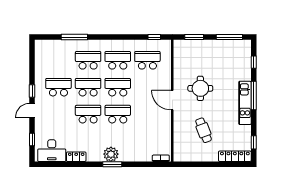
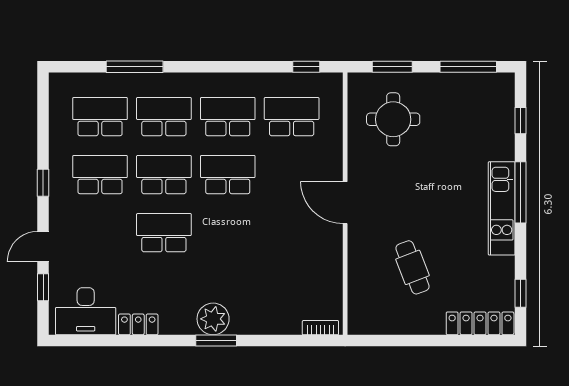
round table: (200, 88) -> (393, 119), moved
door: (32, 111) -> (43, 247), moved
school desk: (118, 114) -> (100, 117), moved

